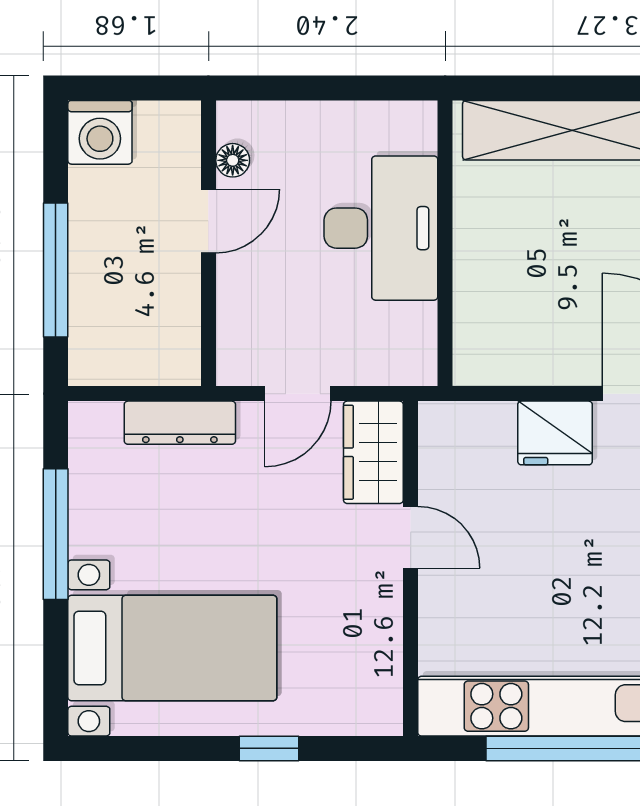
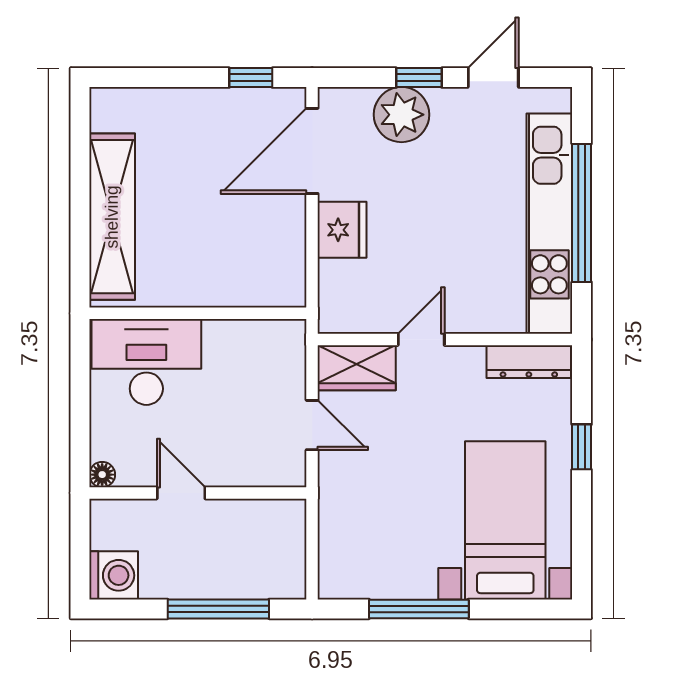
floor lamp: (233, 160) -> (102, 475), moved
desk: (381, 228) -> (146, 362), moved
dresser: (180, 423) -> (529, 362), moved, turned 90

